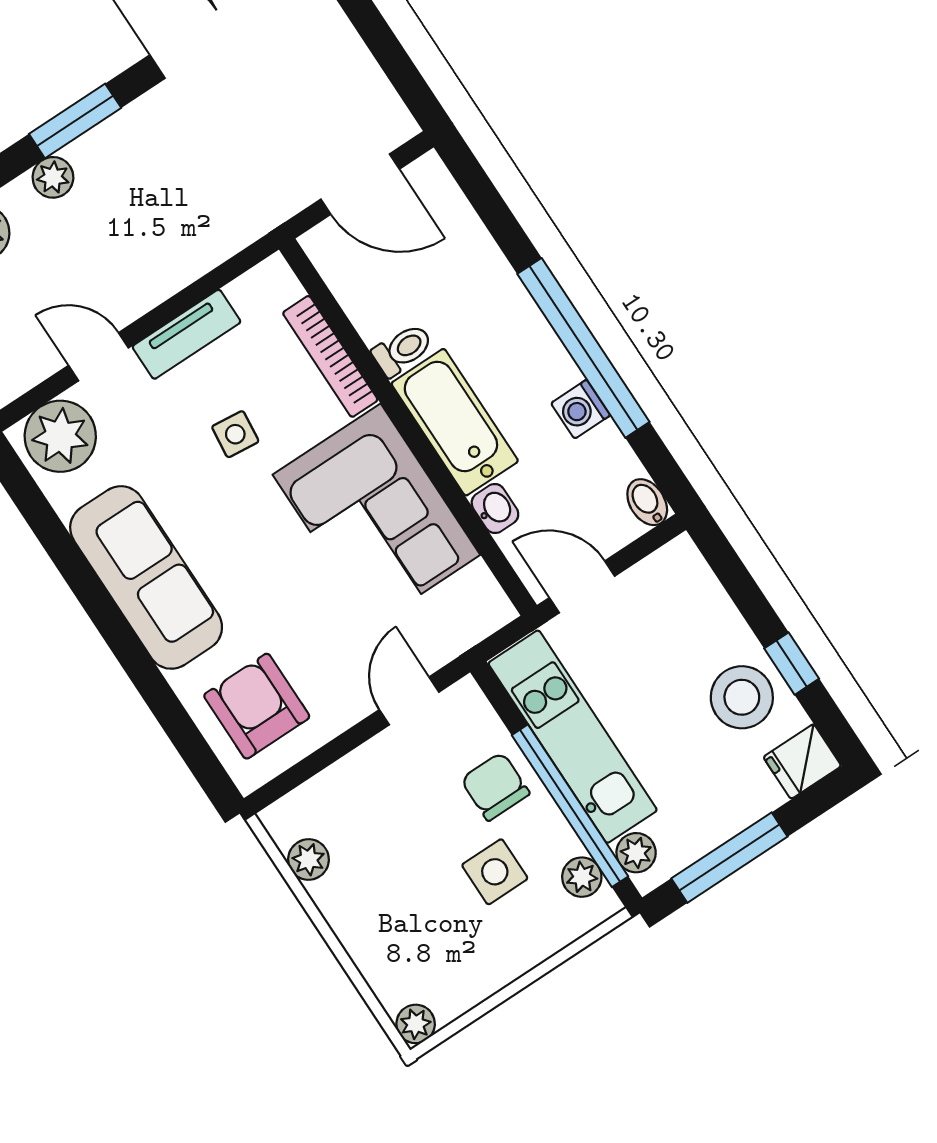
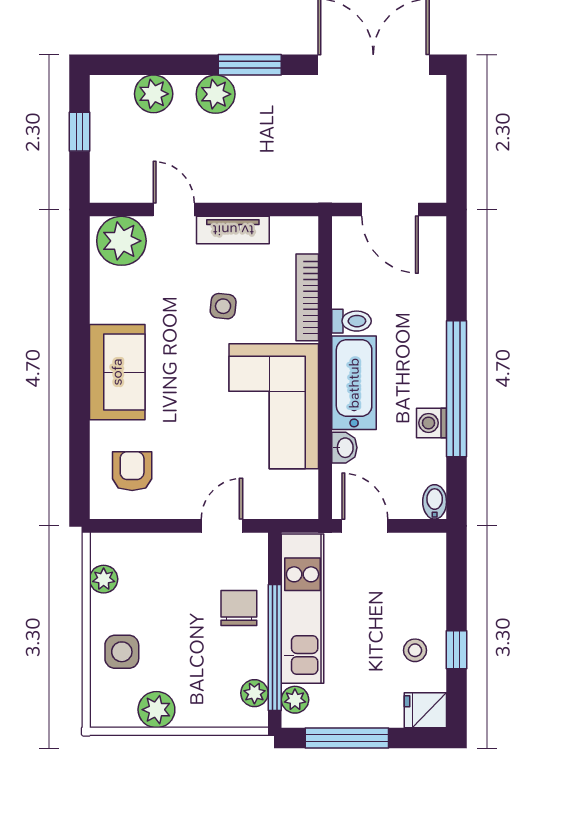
plant: (53, 177) -> (216, 94), width x1.38, depth x1.38
sofa: (146, 577) -> (117, 372), width x0.73
stool: (742, 697) -> (415, 650), width x0.53, depth x0.53
armchair: (257, 706) -> (132, 471), width x0.72, depth x0.72
side table: (495, 872) -> (122, 652), moved
plant: (416, 1024) -> (156, 710), moved, width x1.38, depth x1.38

